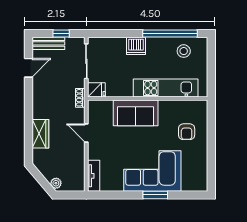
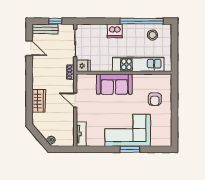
door: (28, 68) -> (29, 48), hinge flipped

